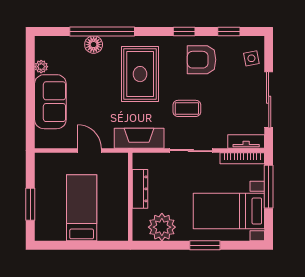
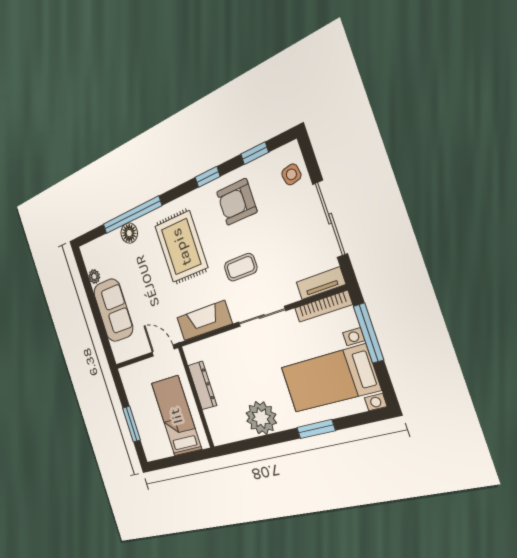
dresser: (140, 189) -> (202, 385), moved
wall: (130, 197) -> (196, 397), moved

